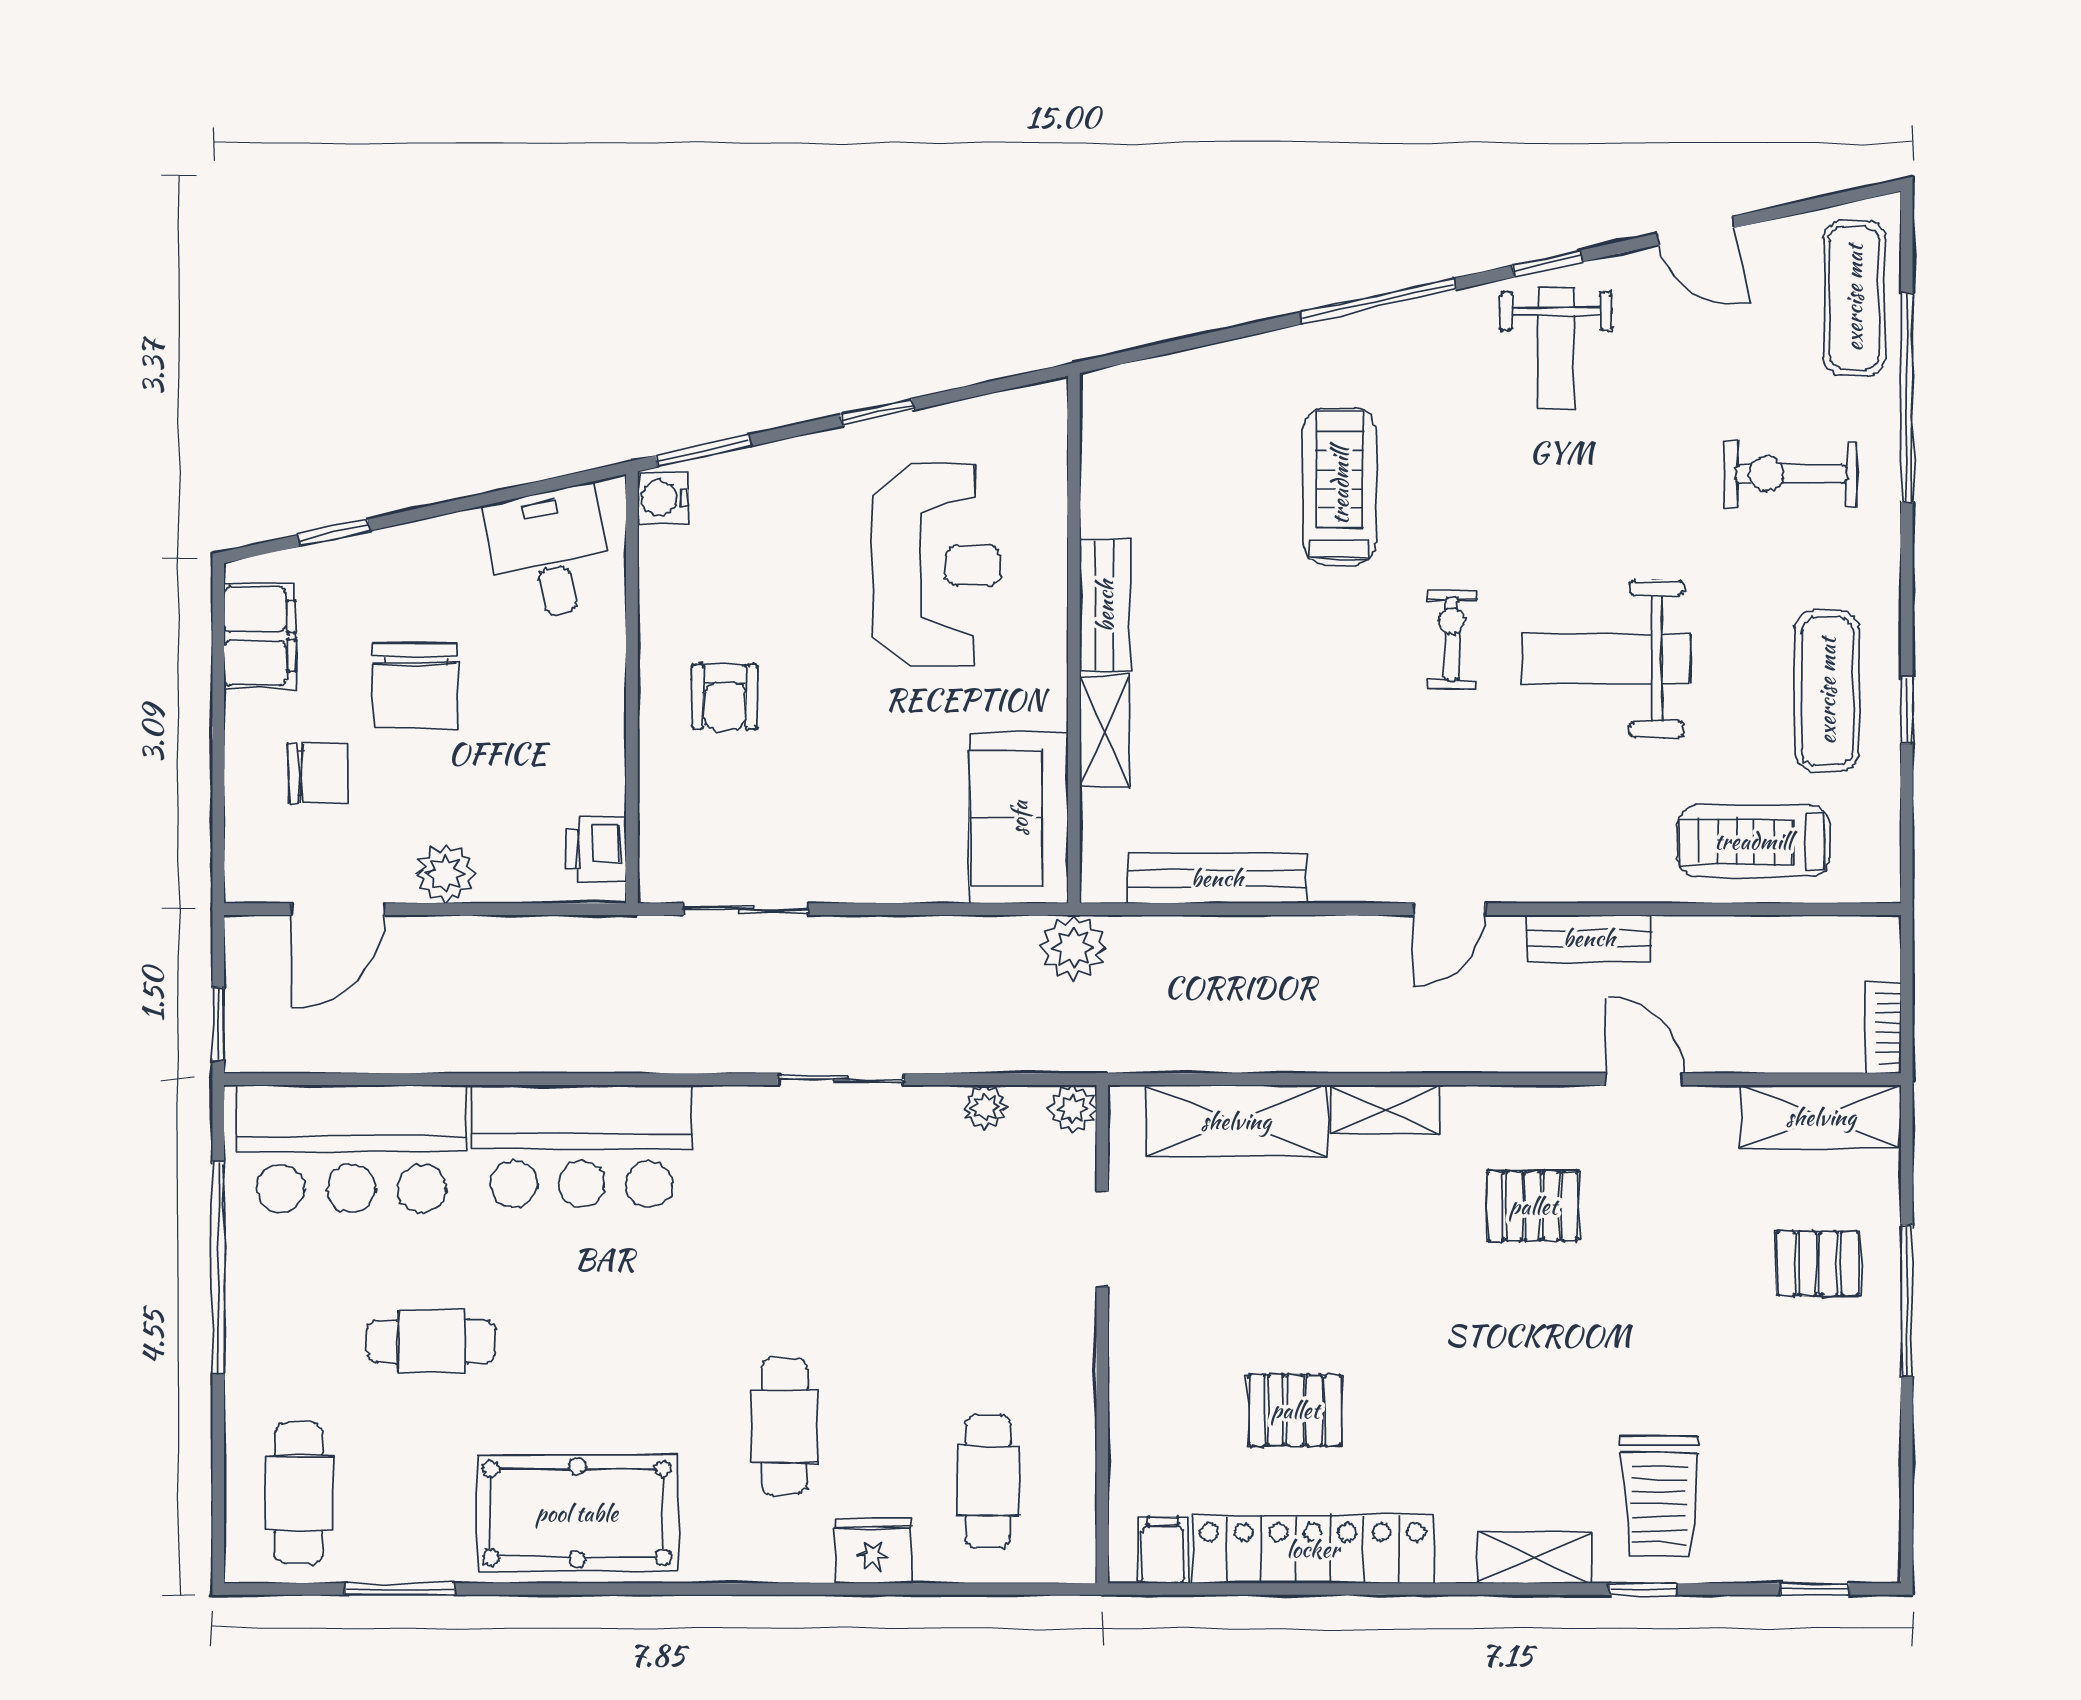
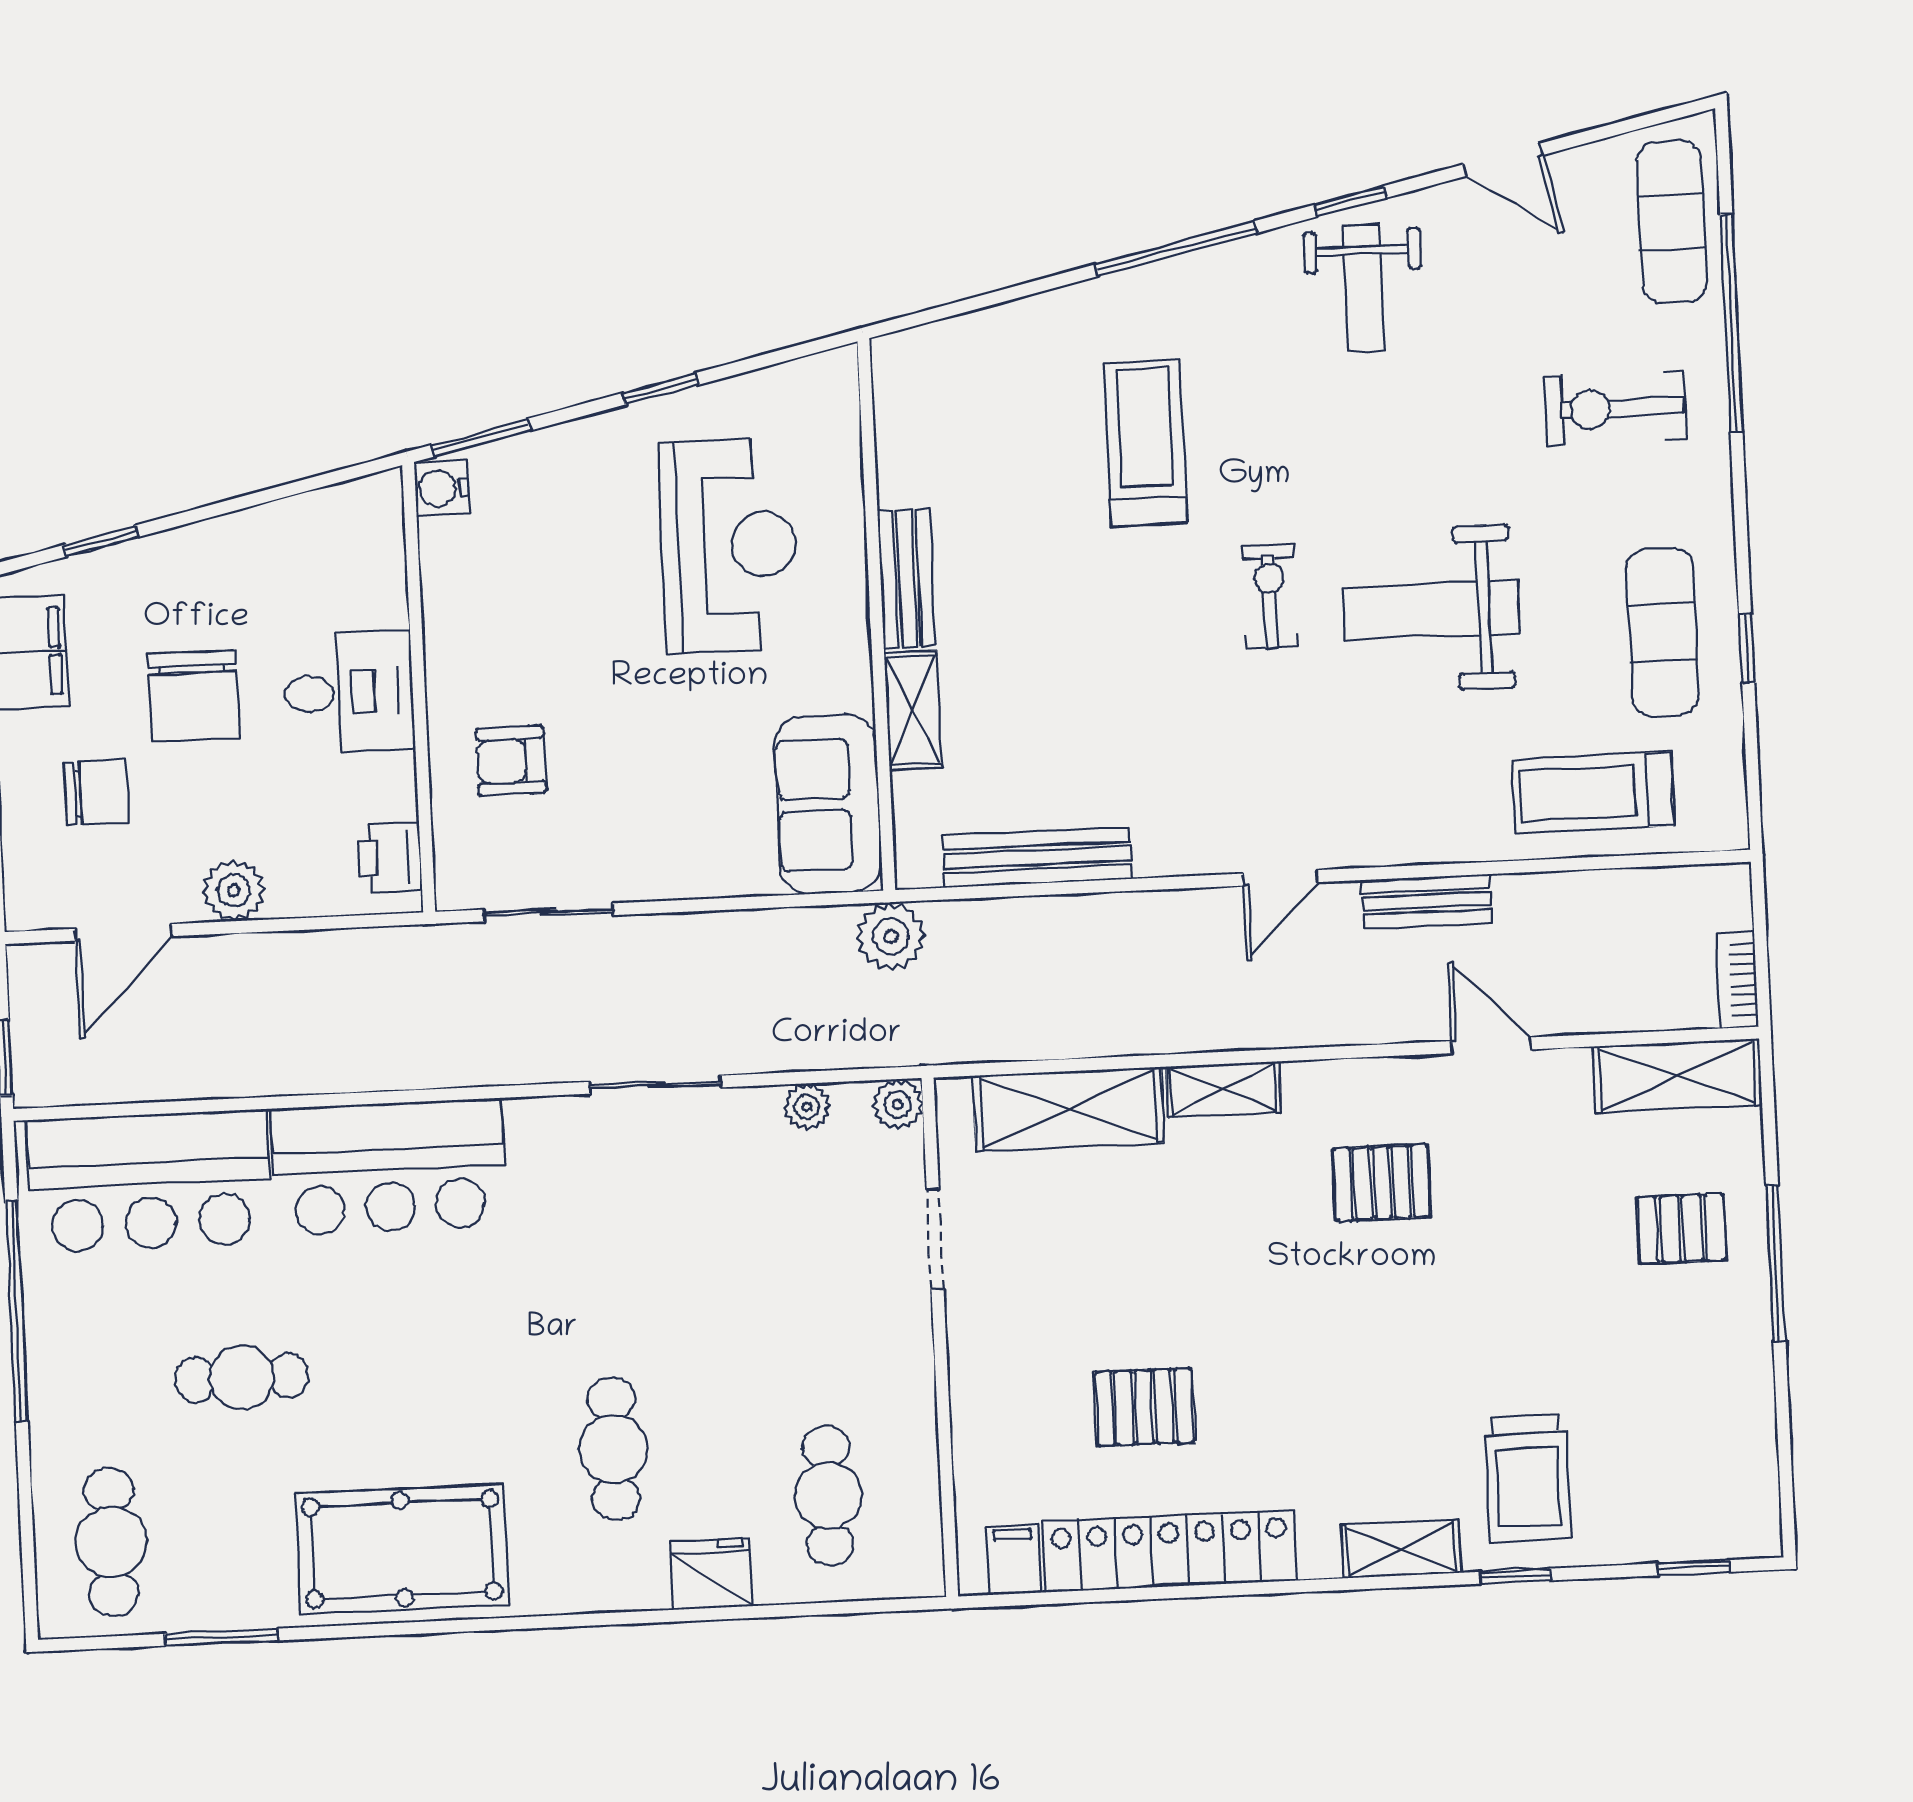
desk: (550, 554) -> (349, 692), moved, turned 103
armchair: (725, 697) -> (511, 761), moved, turned 90

